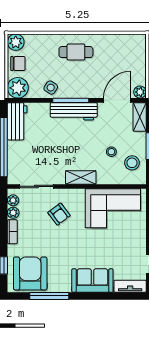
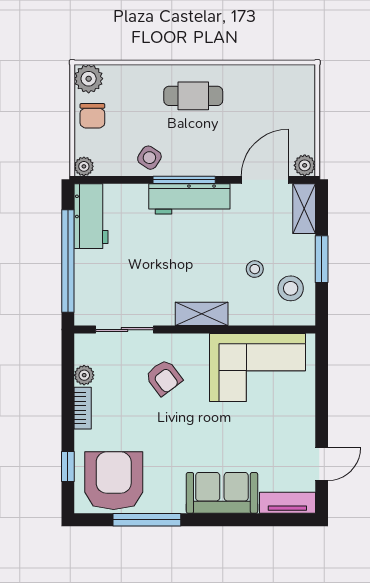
chair: (18, 64) -> (92, 116), turned 90
plant: (18, 88) -> (84, 166), width x0.53, depth x0.53
plant: (13, 200) -> (84, 354), removed

